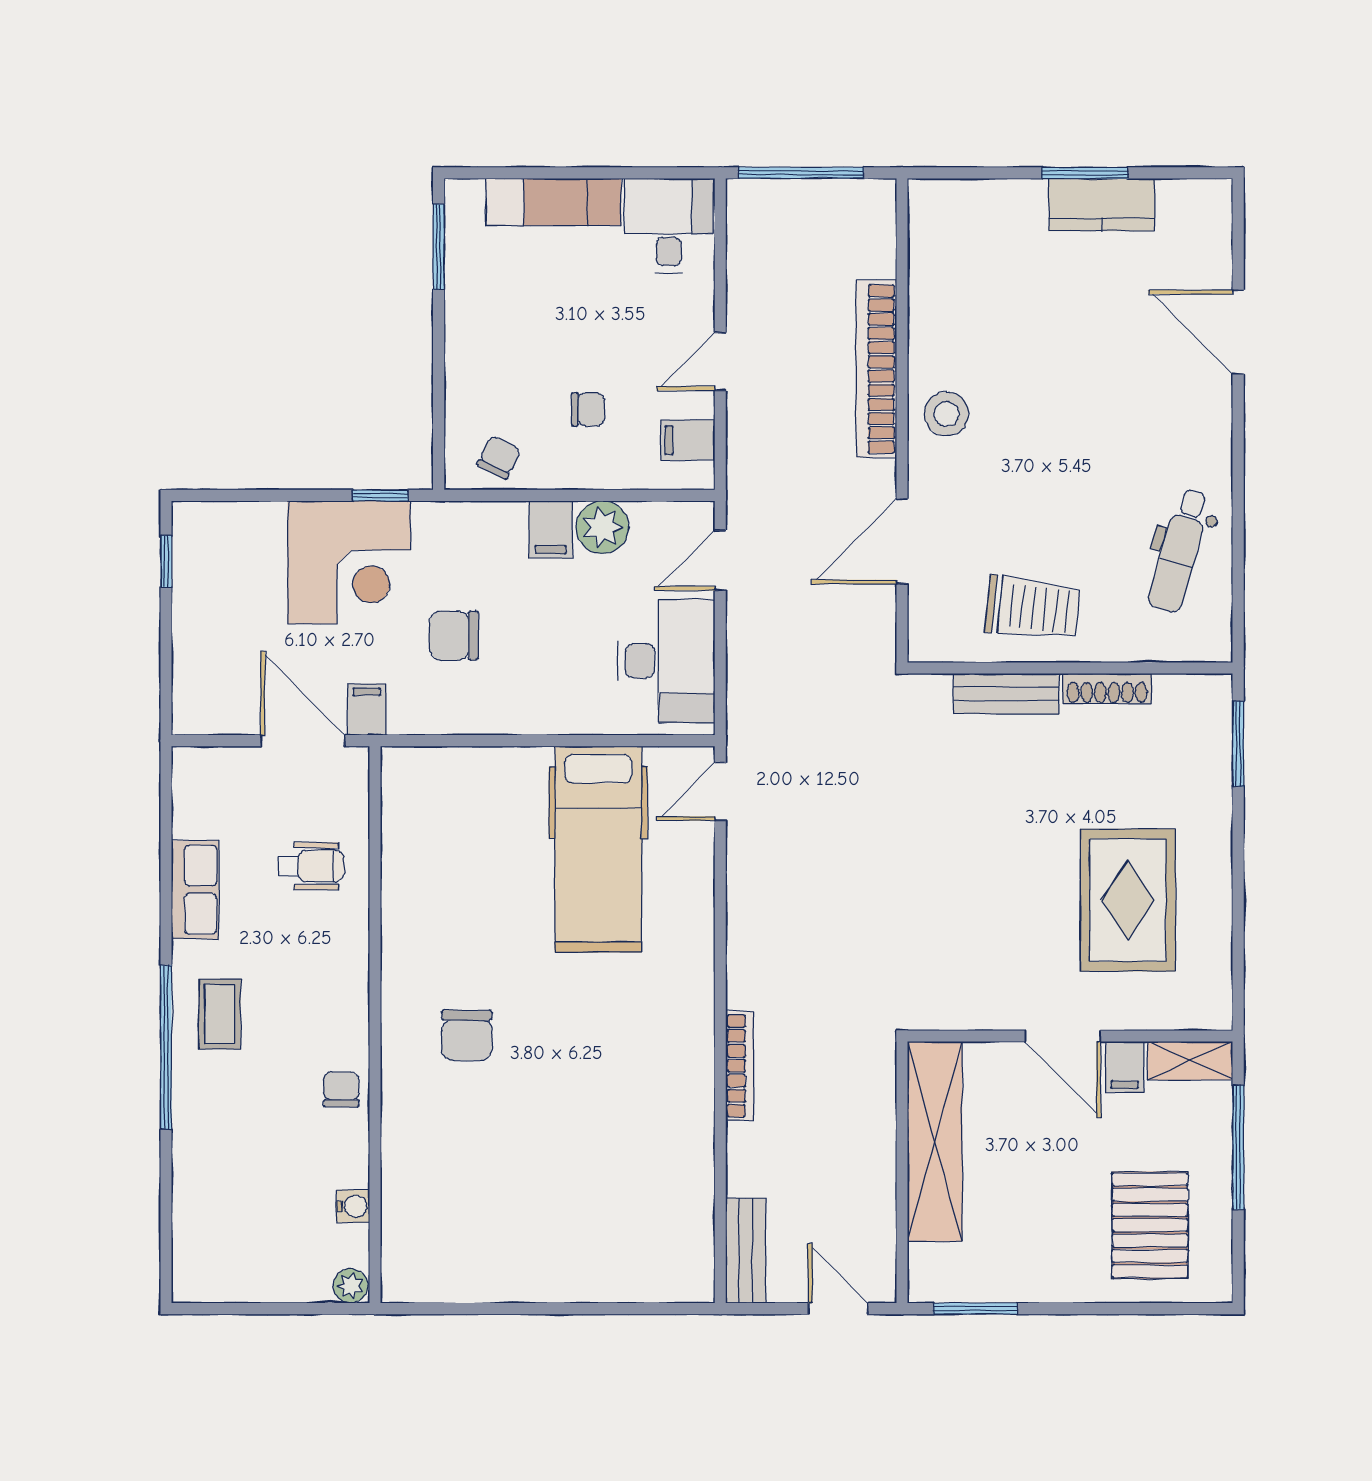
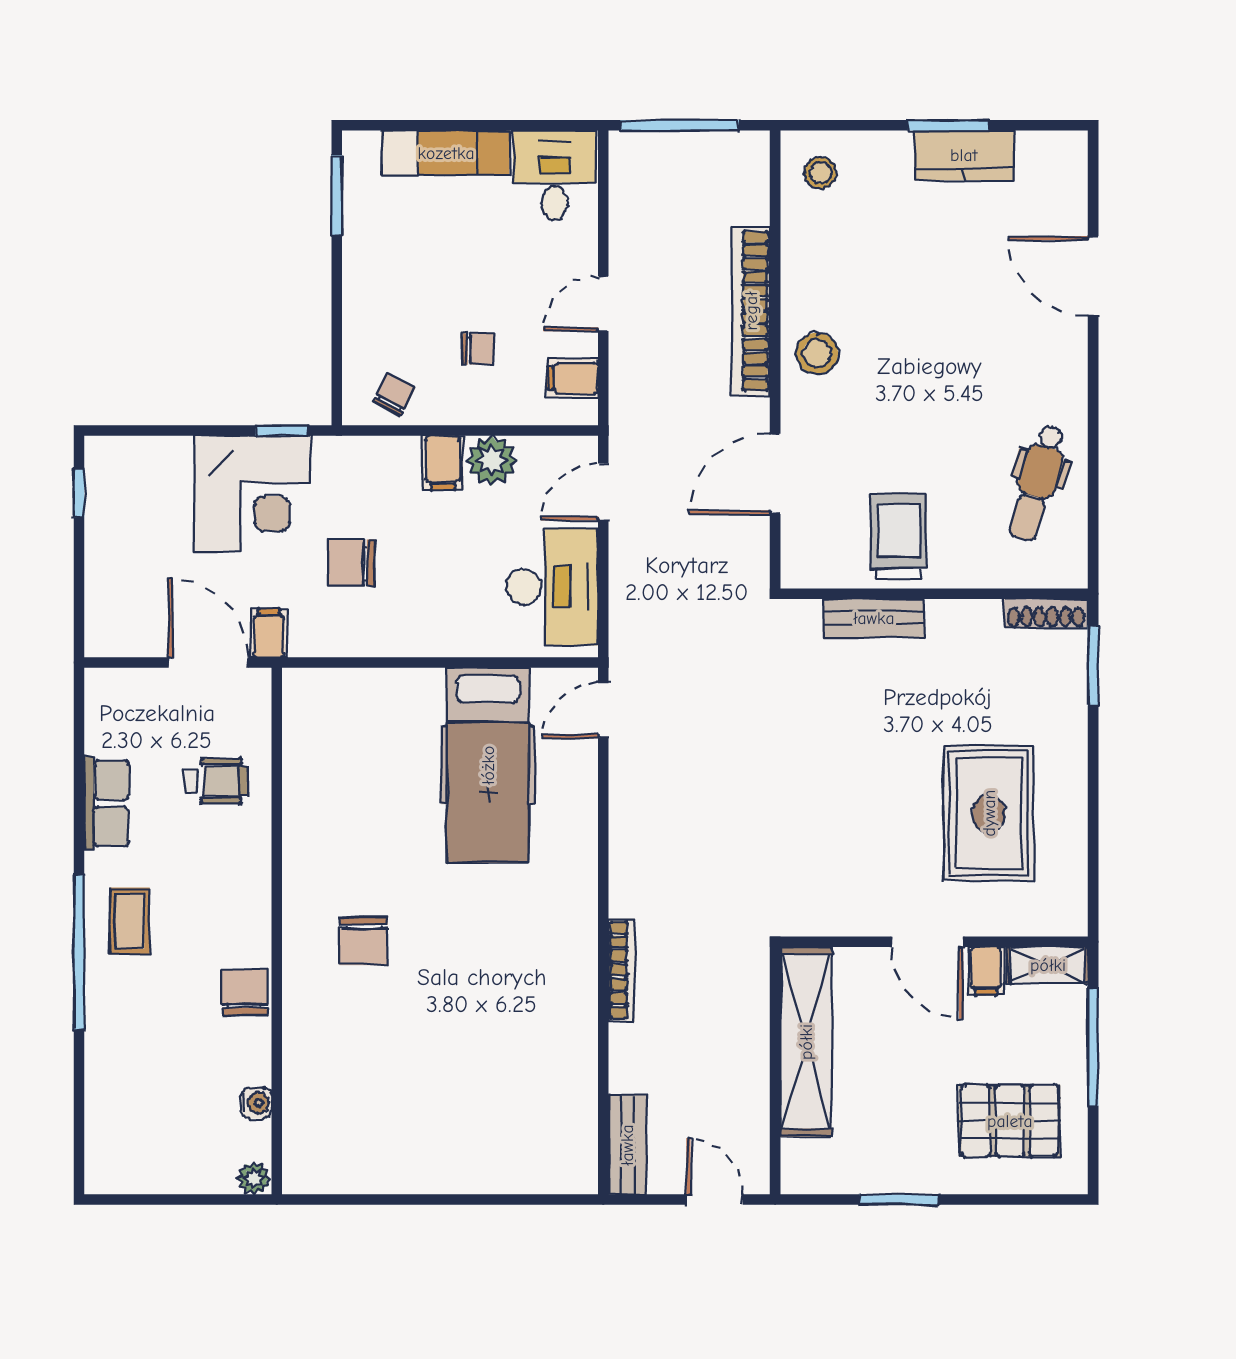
stool: (950, 223) -> (821, 173), added
trolley: (1033, 608) -> (899, 537), turned -96
shoe rack: (1107, 689) -> (1046, 613), moved
chair: (341, 1089) -> (245, 992), width x1.37, depth x1.37
pallet: (1150, 1225) -> (1010, 1121), turned 90
window: (975, 1309) -> (899, 1200), moved

